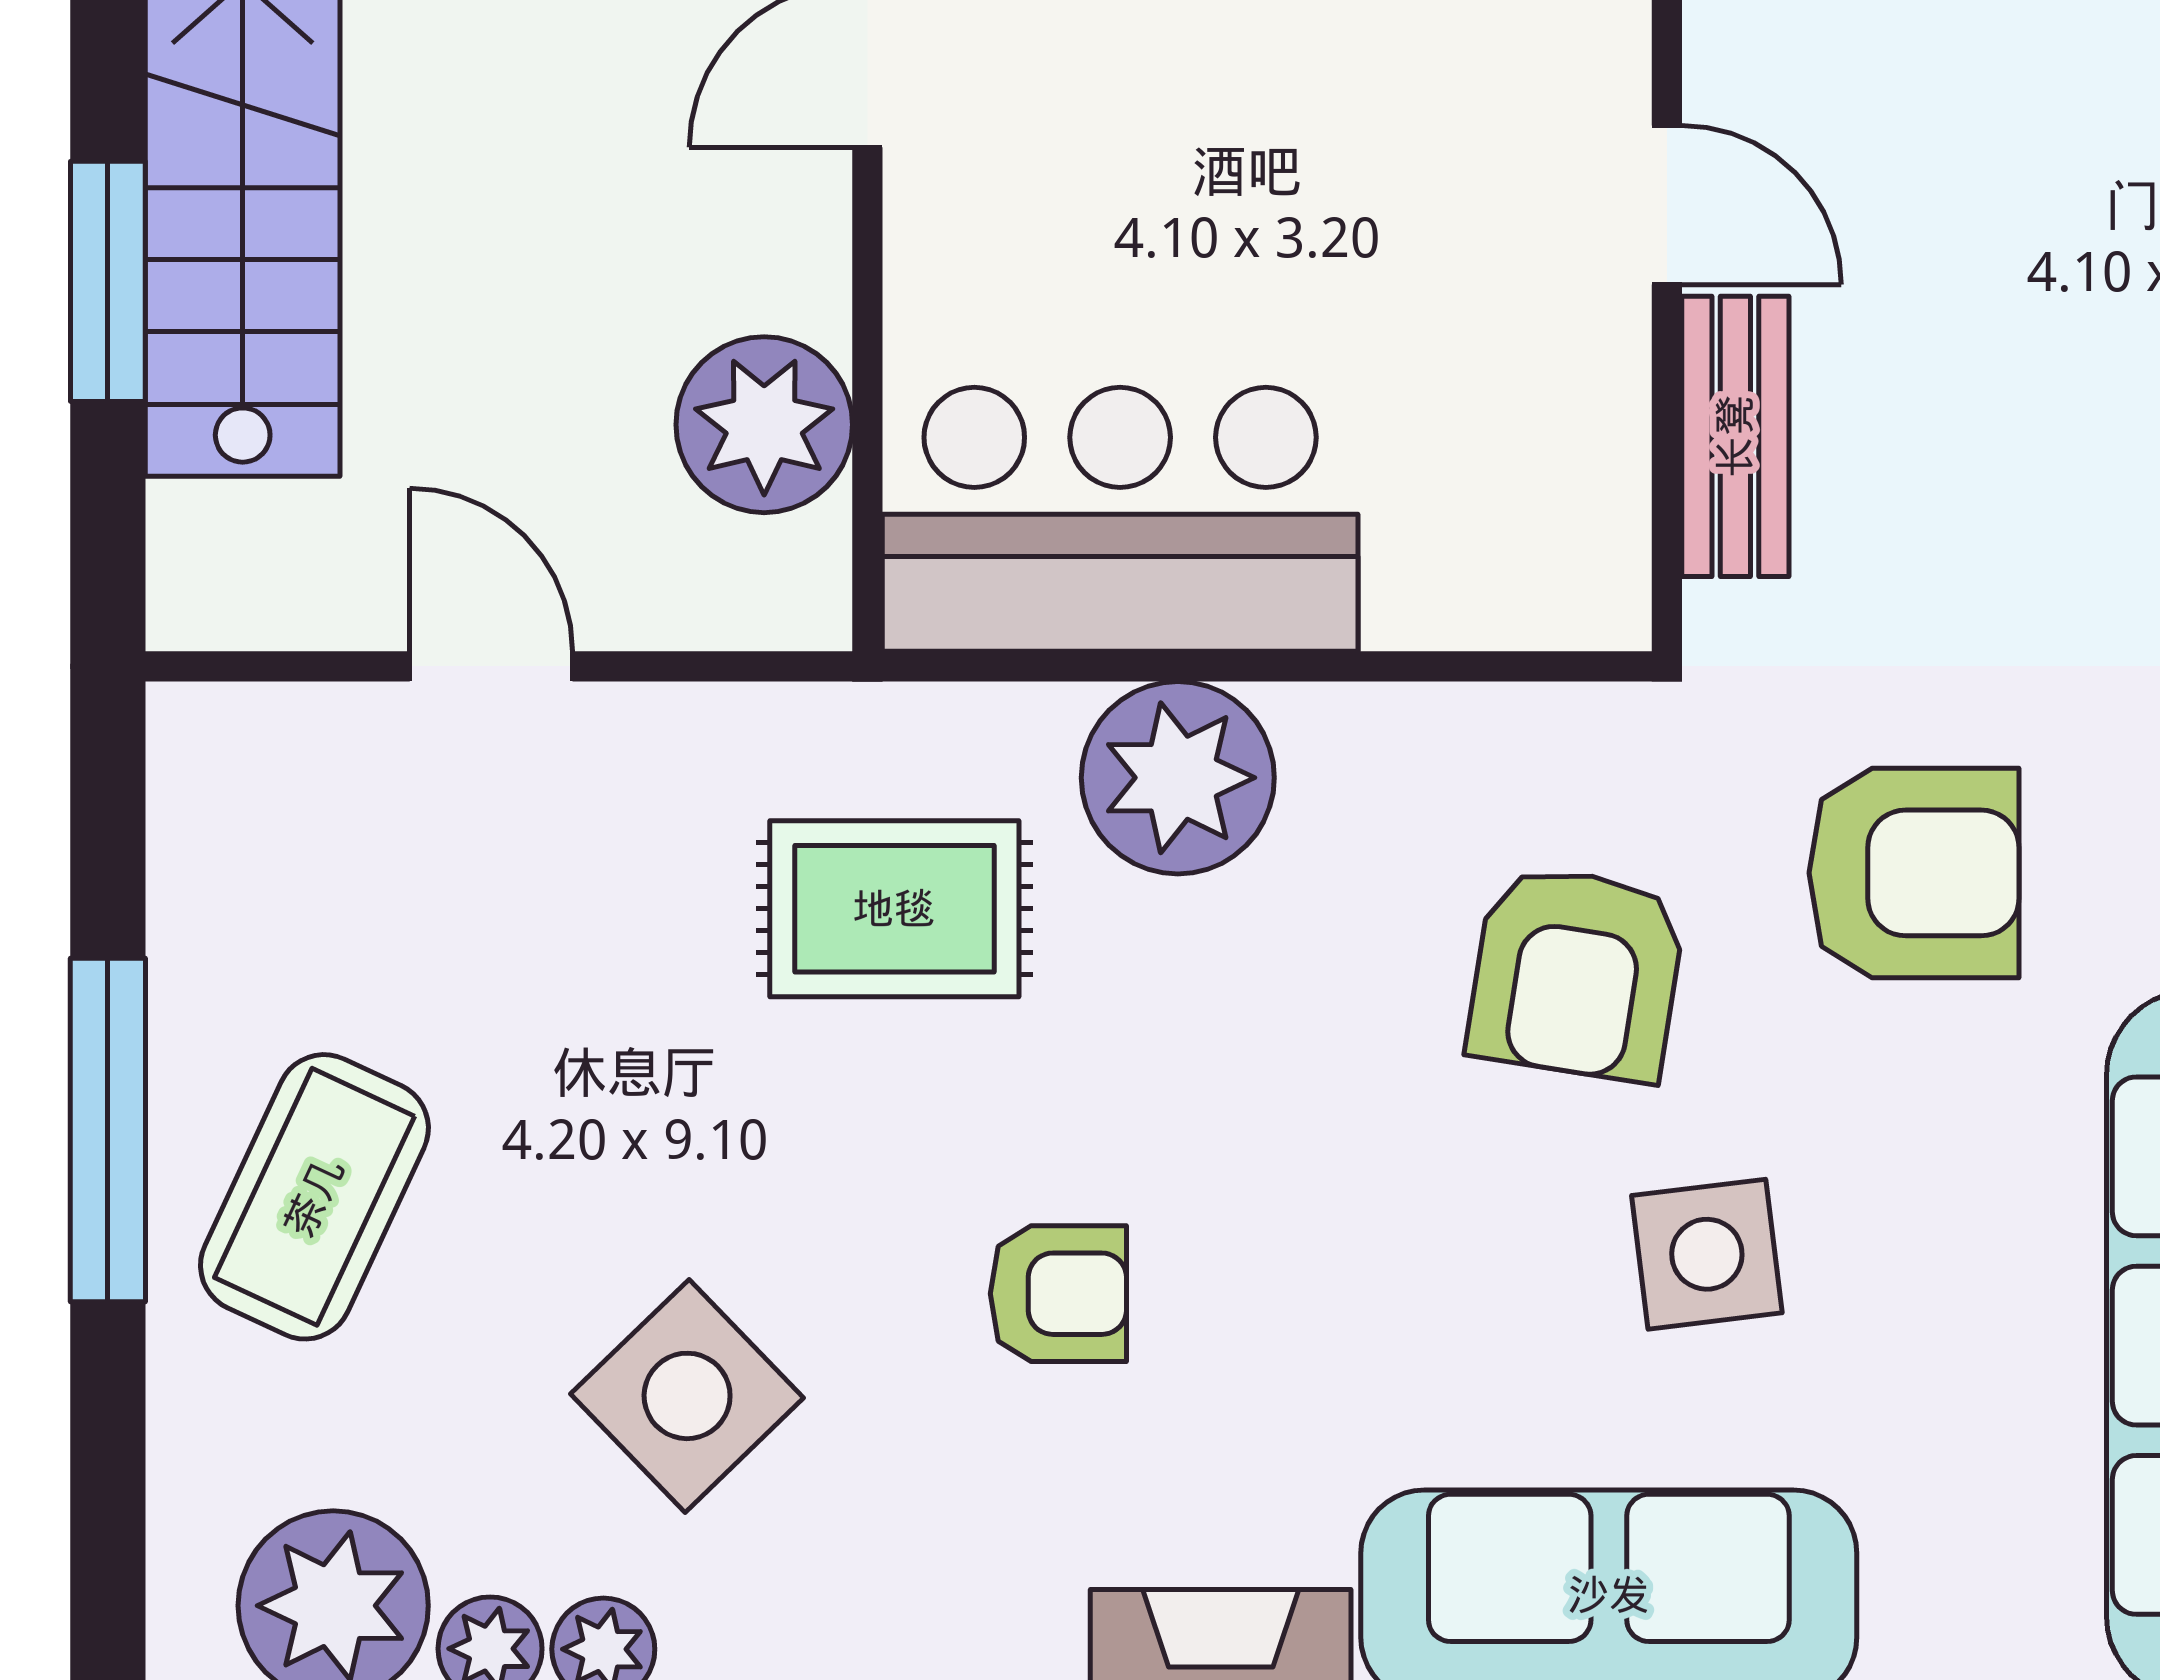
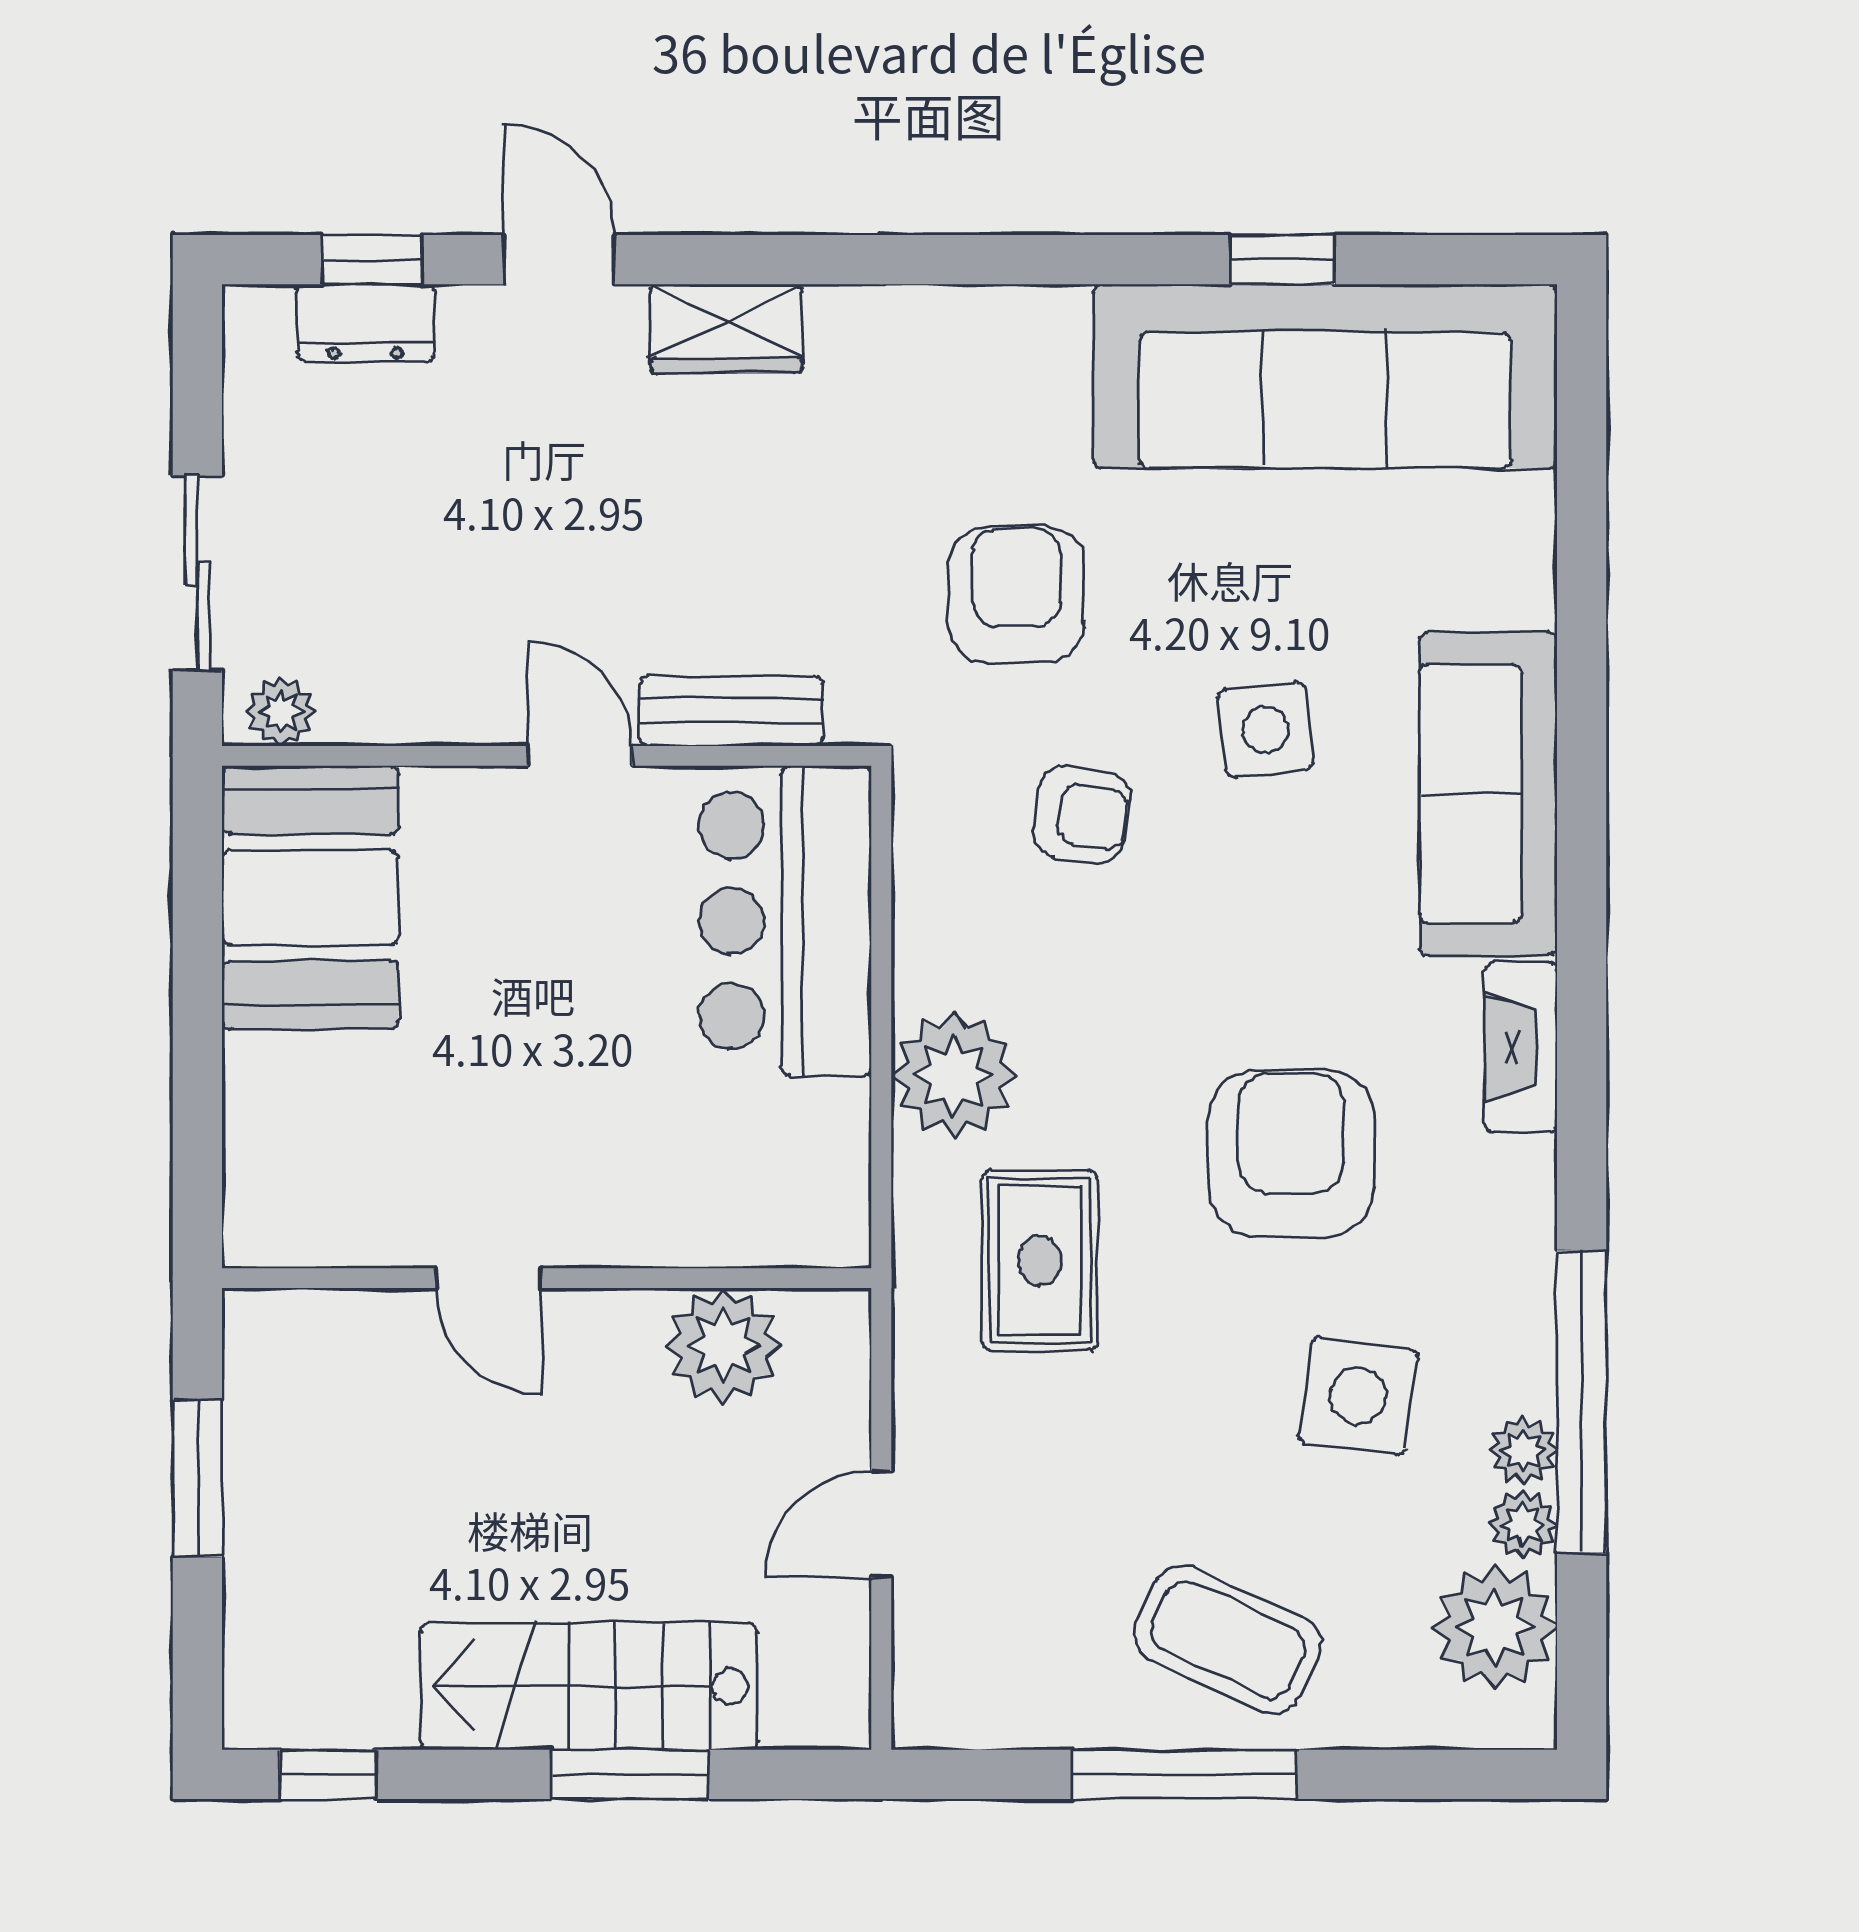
door: (1667, 205) -> (580, 756), hinge flipped
bar counter: (1120, 519) -> (785, 921), moved
armchair: (1576, 973) -> (1082, 815), width x0.72, depth x0.72
armchair: (1058, 1294) -> (1291, 1153), width x1.88, depth x1.88
side table: (687, 1396) -> (1358, 1396), turned -38

